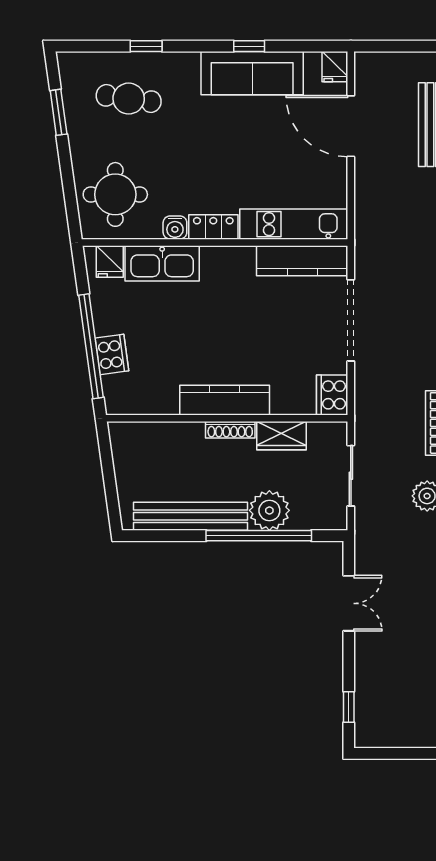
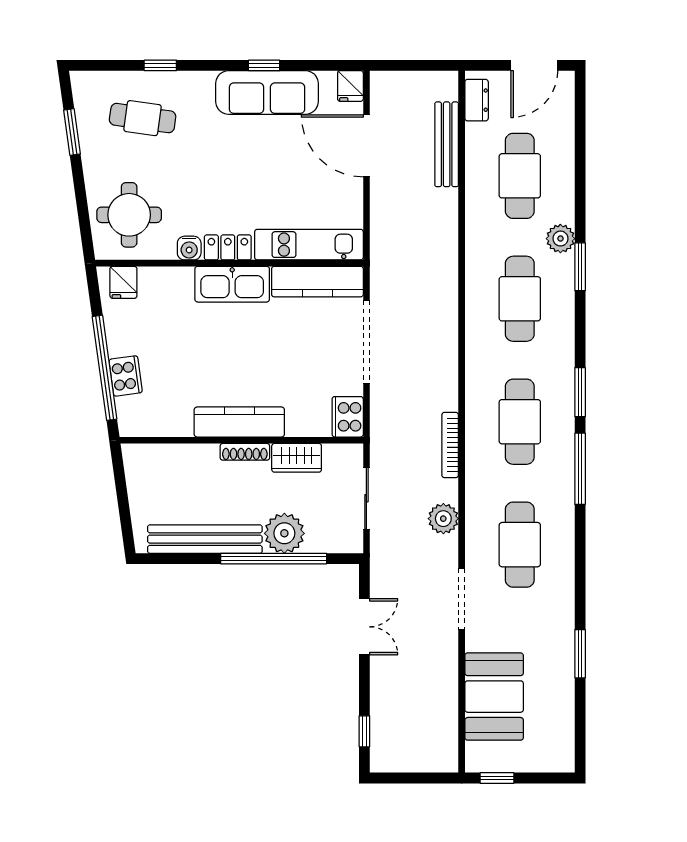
kitchen sink: (162, 263) -> (232, 284), moved

